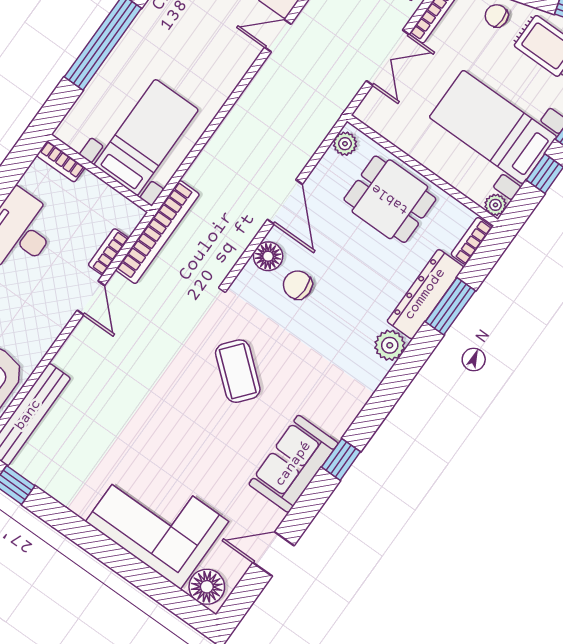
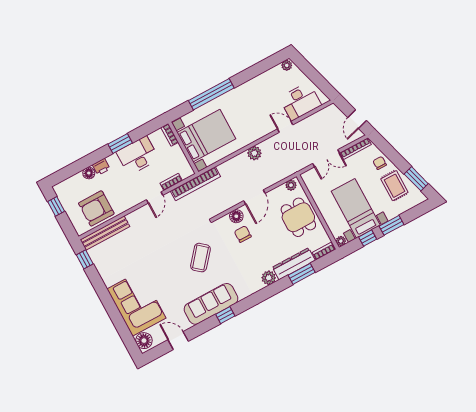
plant: (243, 116) -> (254, 153), added
bed with nightstands: (146, 137) -> (206, 136), width x1.36
sofa: (293, 464) -> (211, 304), width x1.36

